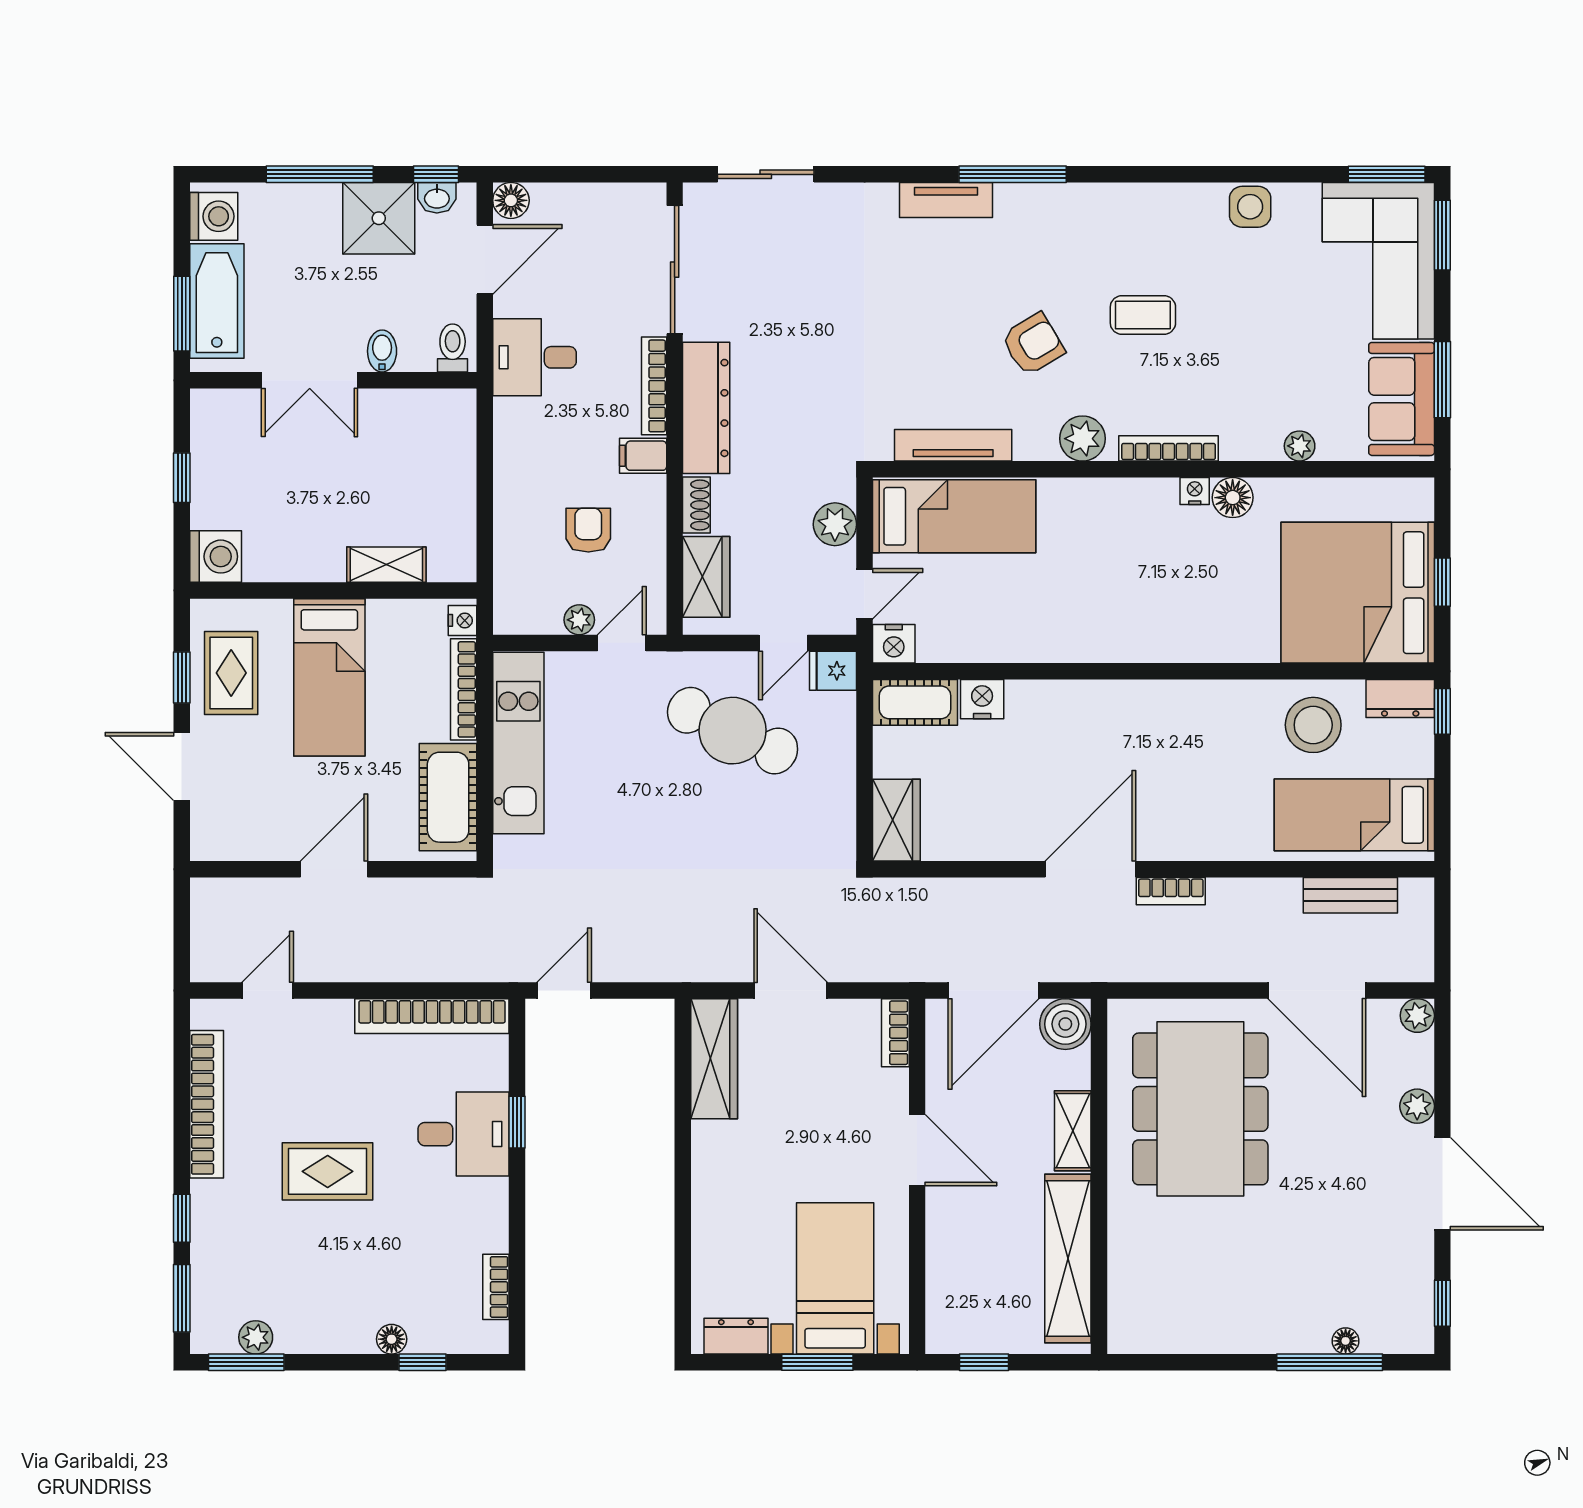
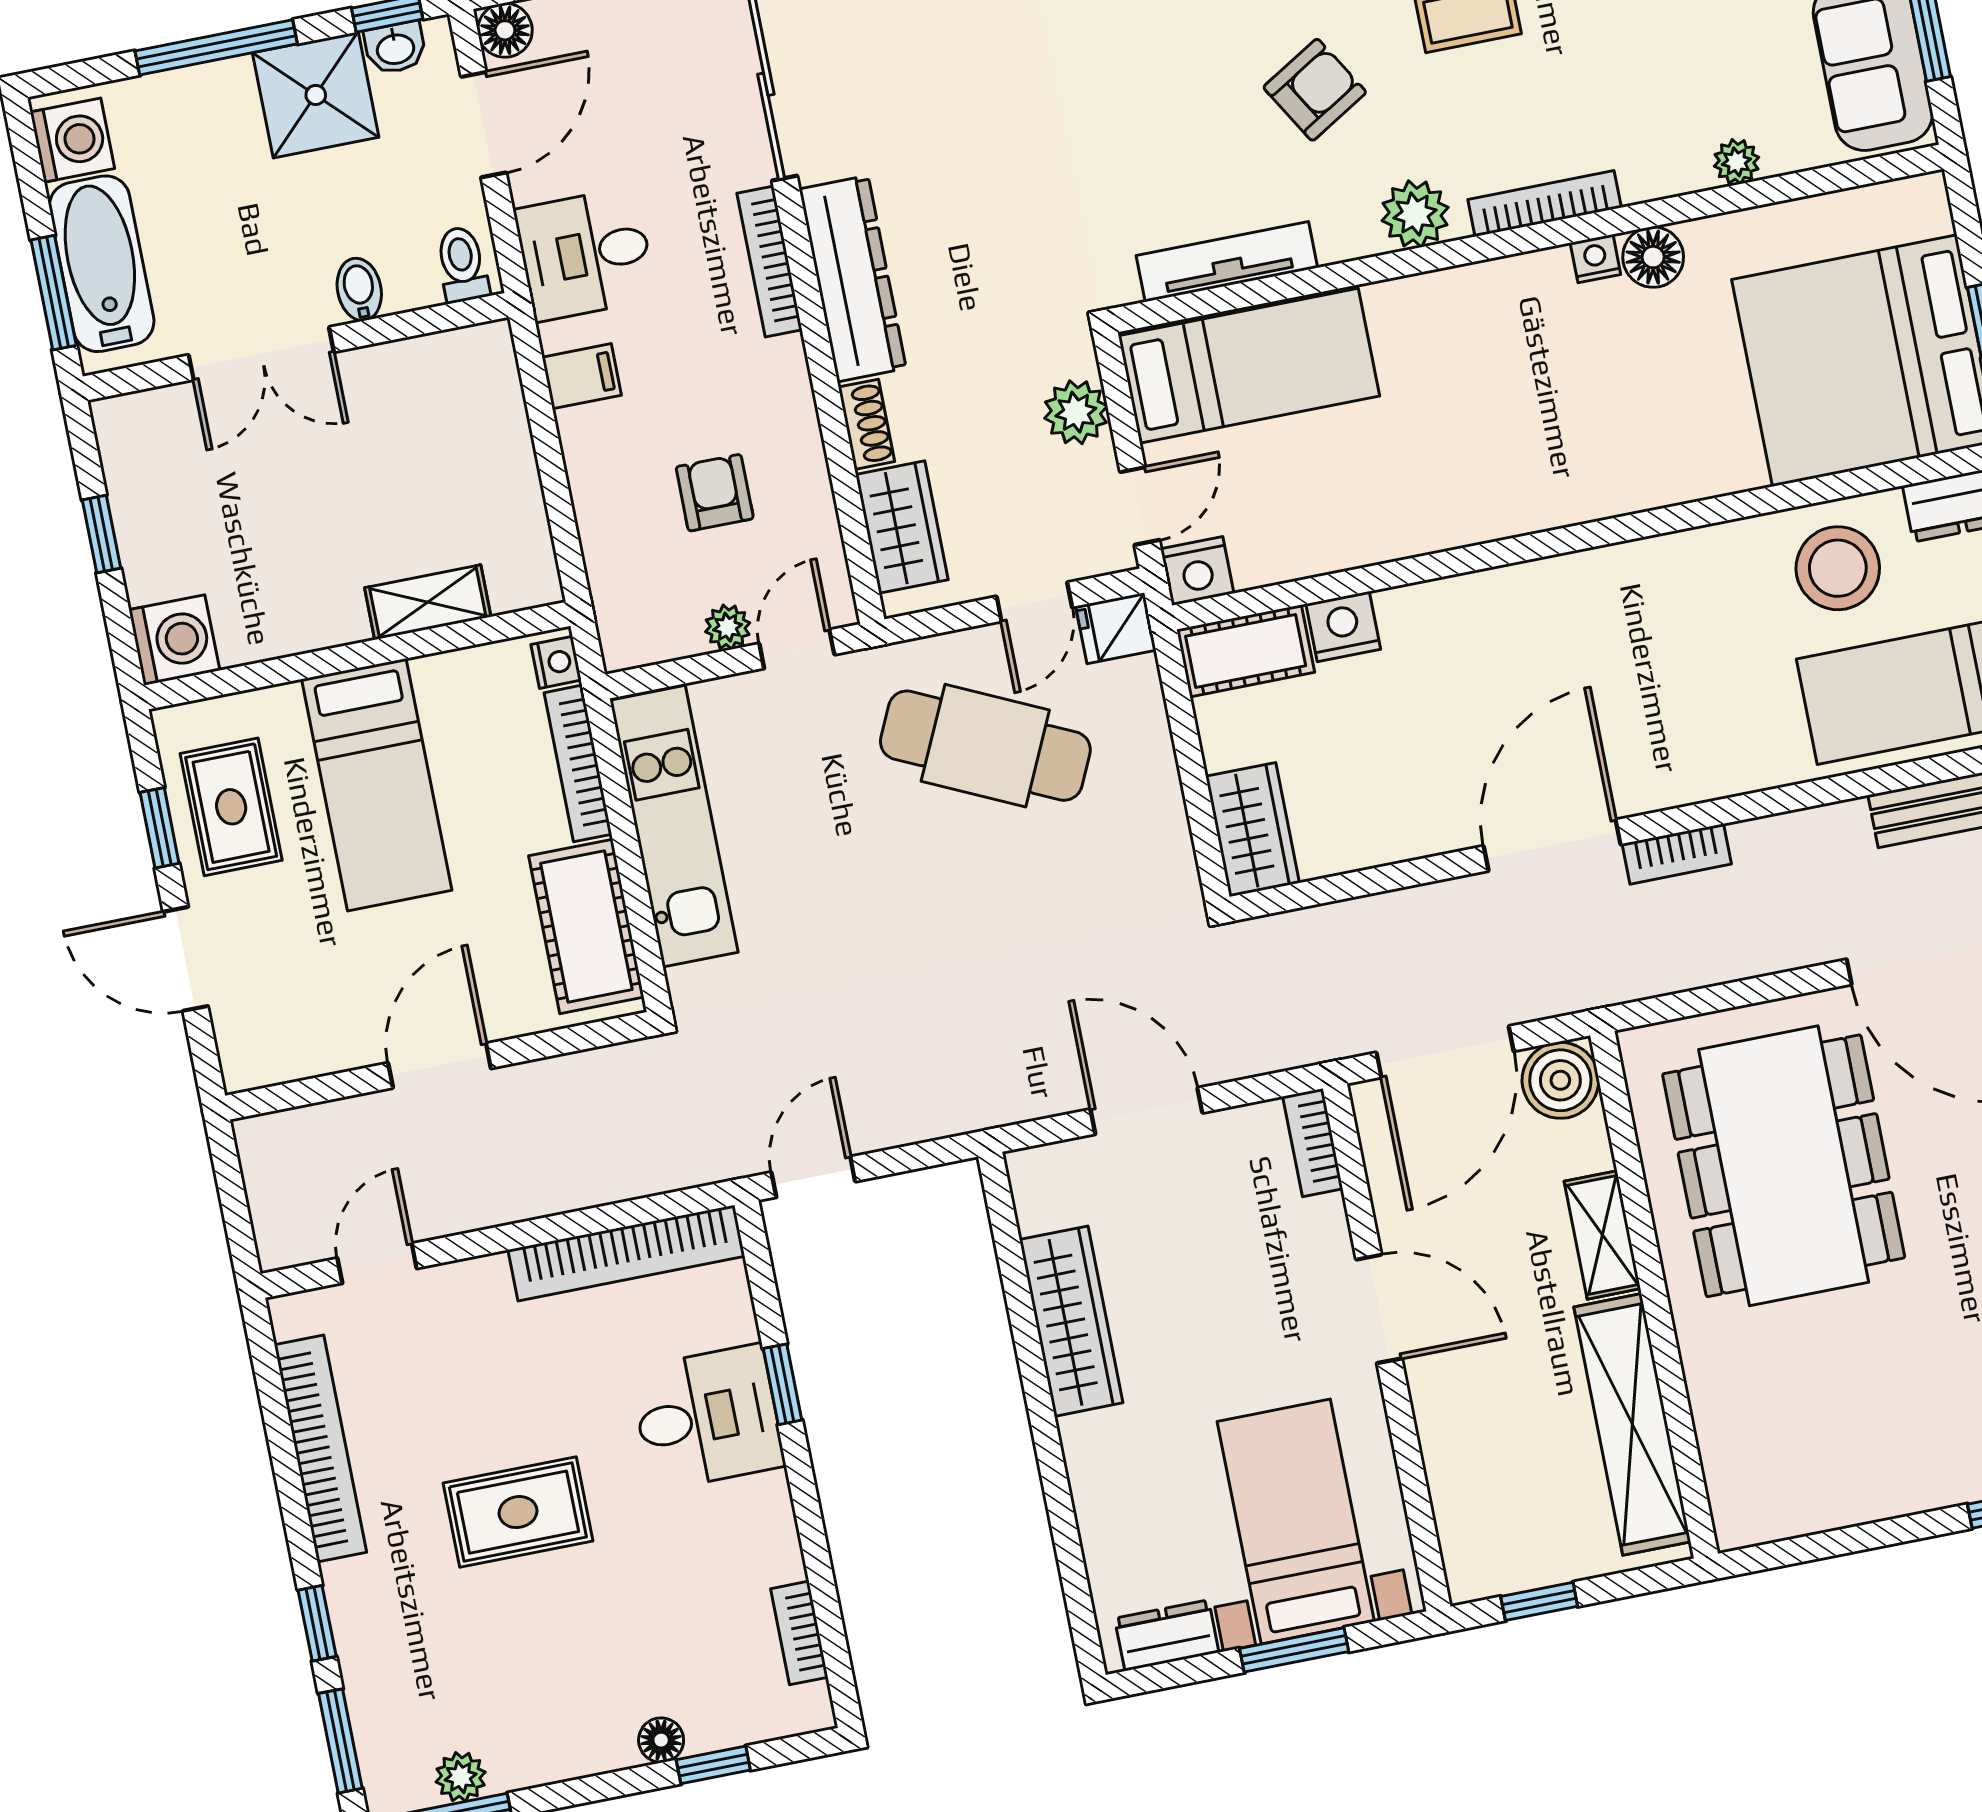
filing cabinet: (643, 456) -> (582, 376), moved, turned 180
wardrobe: (714, 1059) -> (1071, 1321), moved

